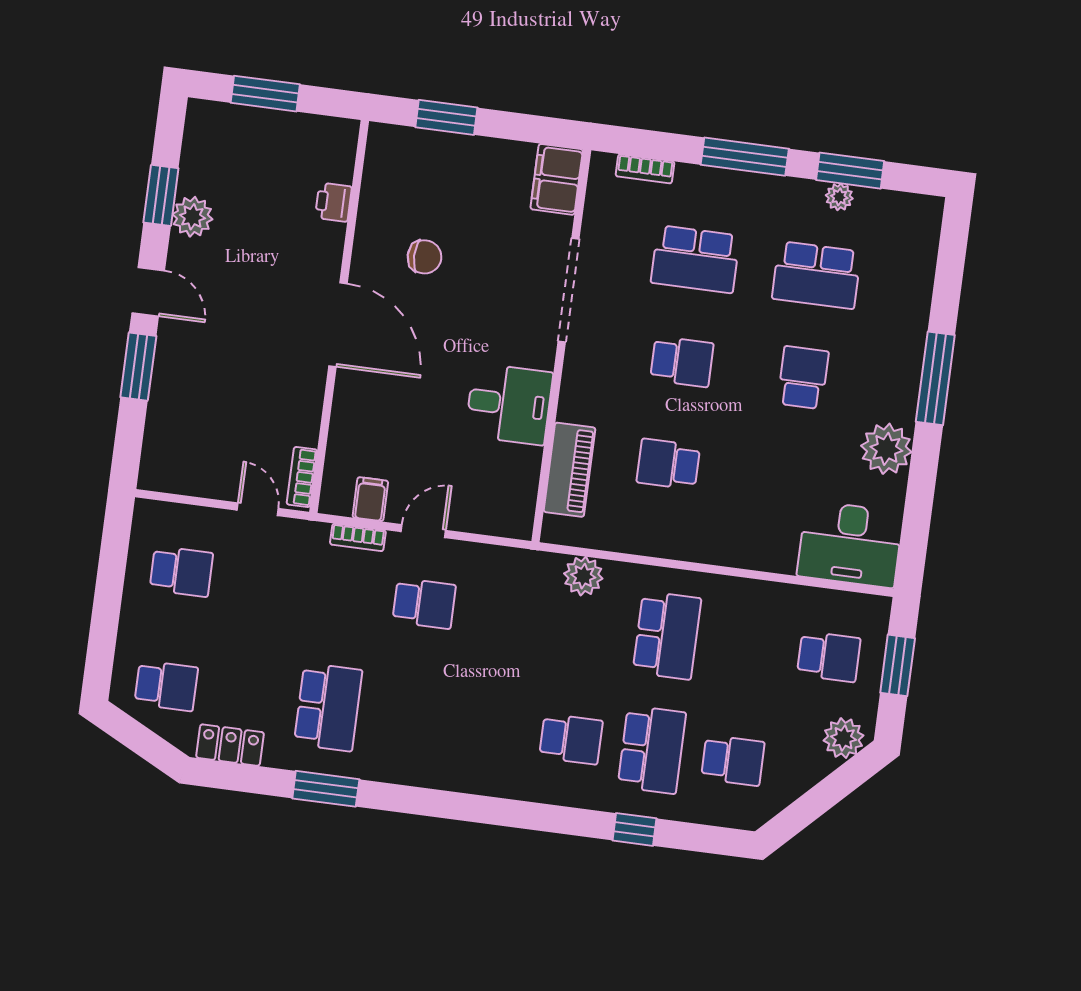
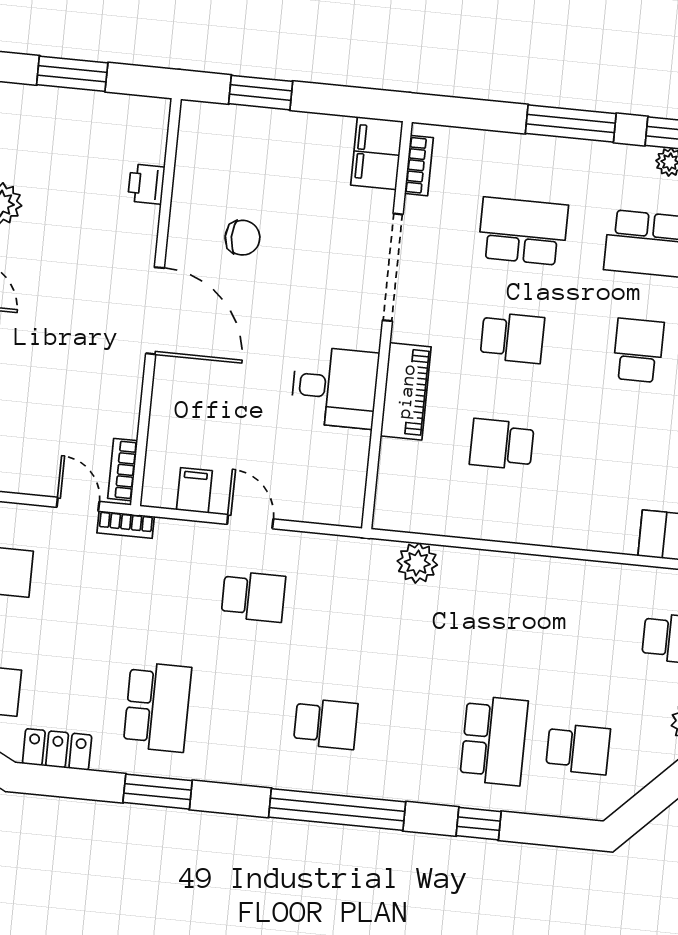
bookcase: (645, 169) -> (419, 166), moved, turned -90
school desk: (695, 259) -> (523, 231), turned 180
piano: (569, 470) -> (406, 391), moved
door: (423, 531) -> (250, 522), hinge flipped
bookcase: (358, 537) -> (126, 525), moved
school desk: (667, 635) -> (506, 622), removed
school desk: (571, 739) -> (326, 724), moved
window: (498, 812) -> (337, 810), added

